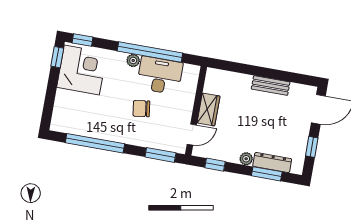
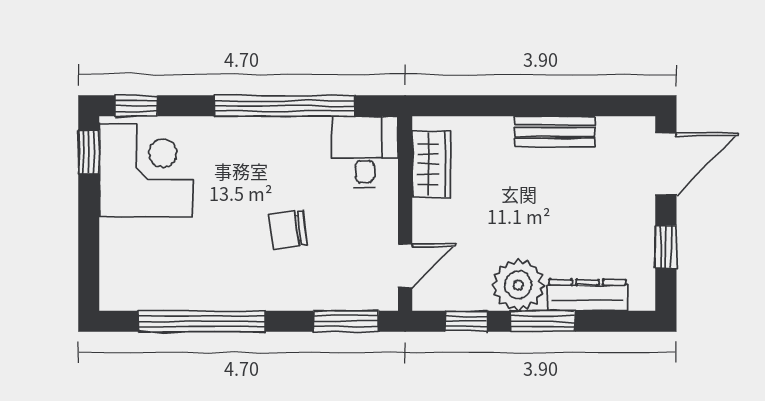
plant: (133, 60) -> (252, 130), removed
desk: (160, 75) -> (365, 152), moved, width x0.73
wardrobe: (209, 109) -> (431, 164), moved
plant: (246, 159) -> (518, 285), width x1.87, depth x1.87
window: (267, 174) -> (543, 321), moved

